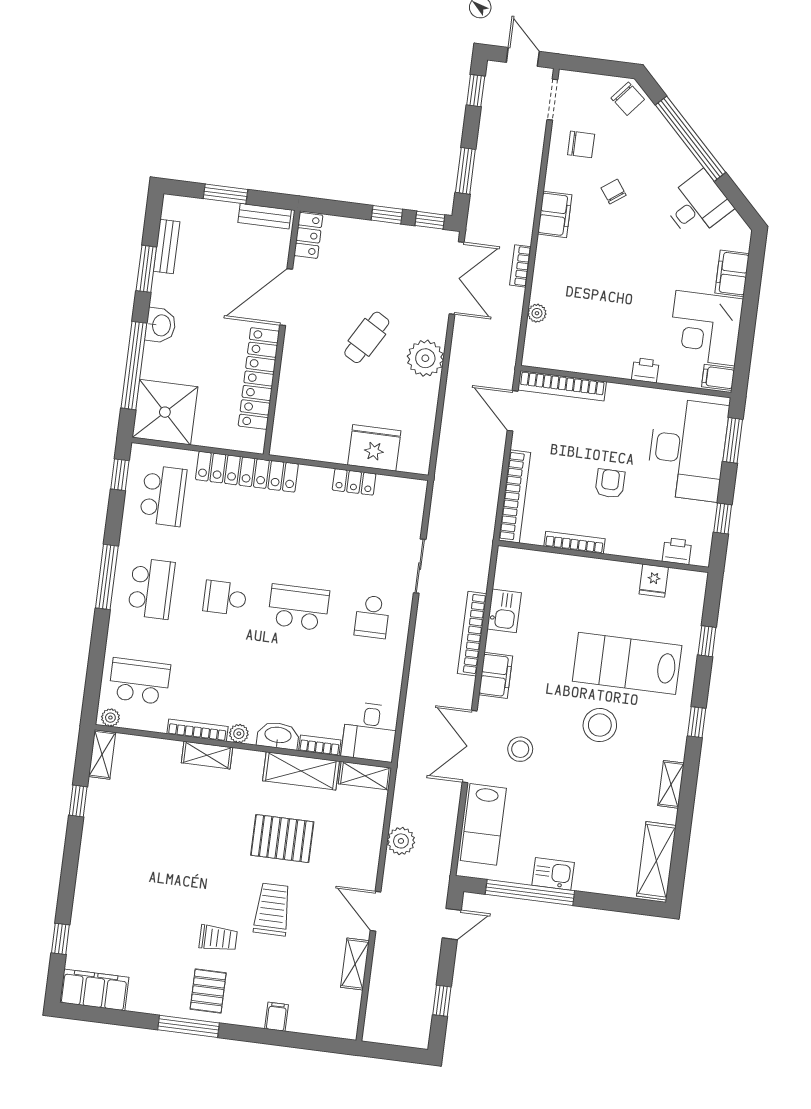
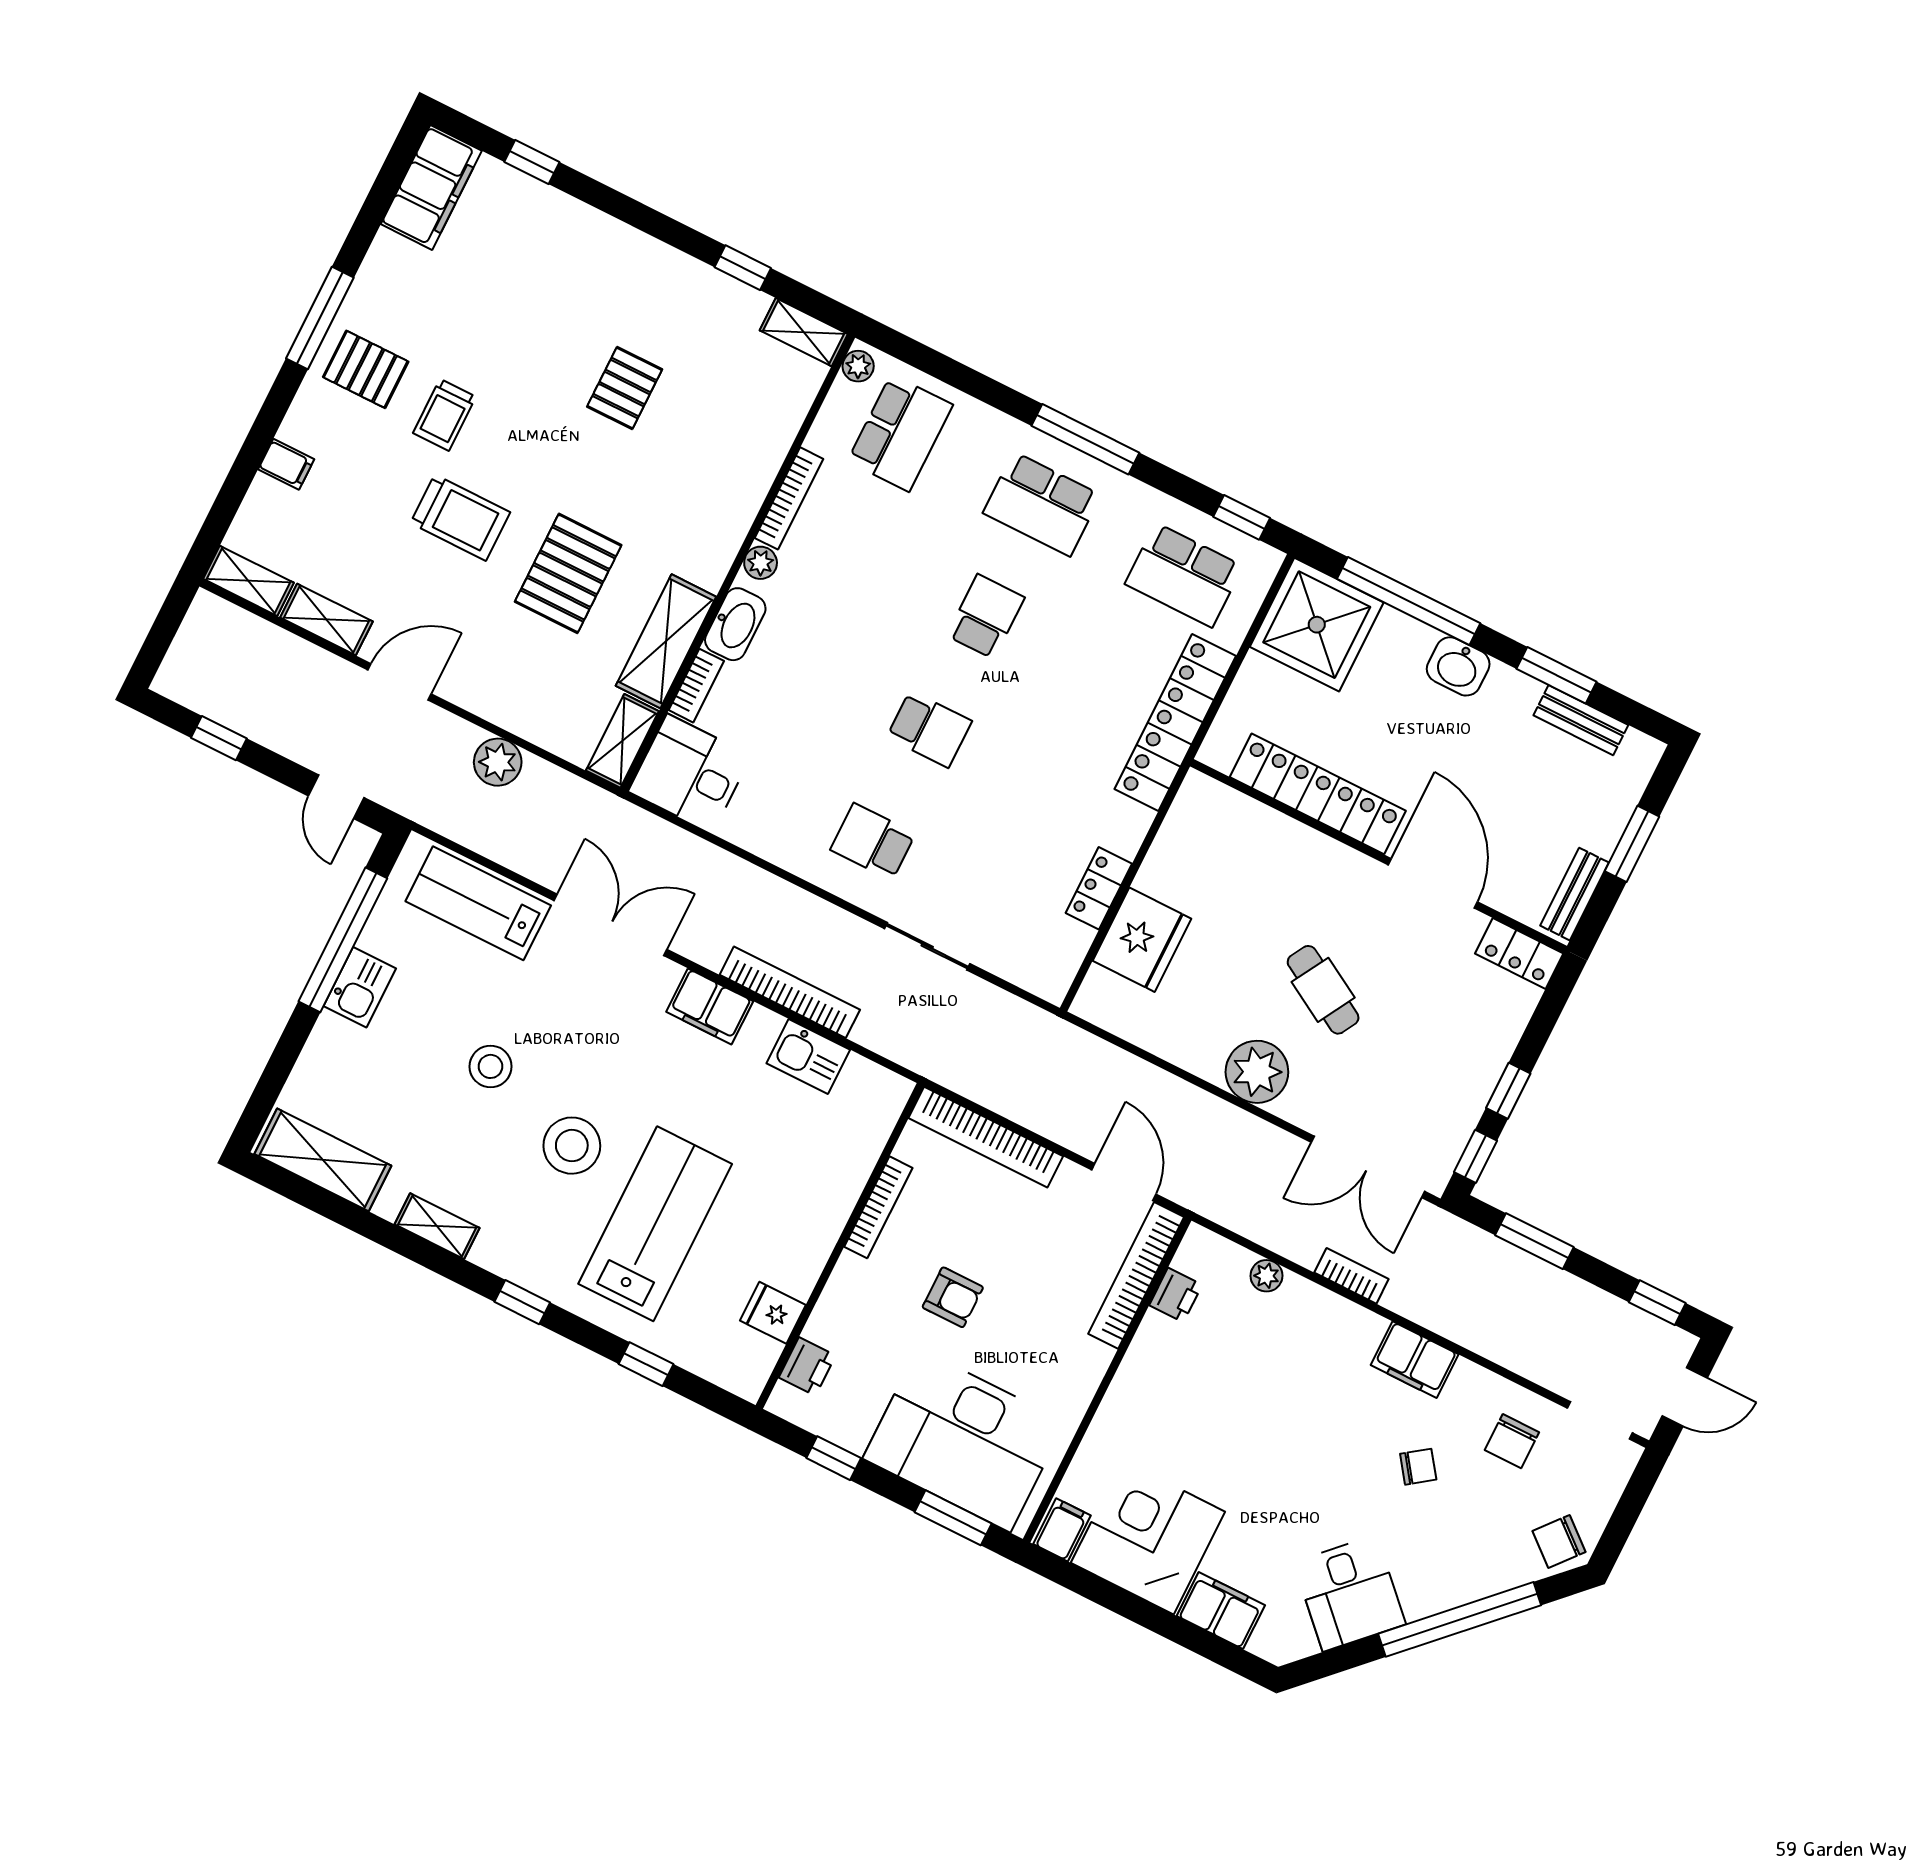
printer: (645, 370) -> (1176, 1295), moved
door: (513, 411) -> (1124, 1182), hinge flipped
school desk: (298, 607) -> (929, 729), width x0.54
stool: (520, 749) -> (491, 1066), moved
shelving: (207, 755) -> (248, 581), moved, turned 90
pallet: (168, 843) -> (625, 388), added

